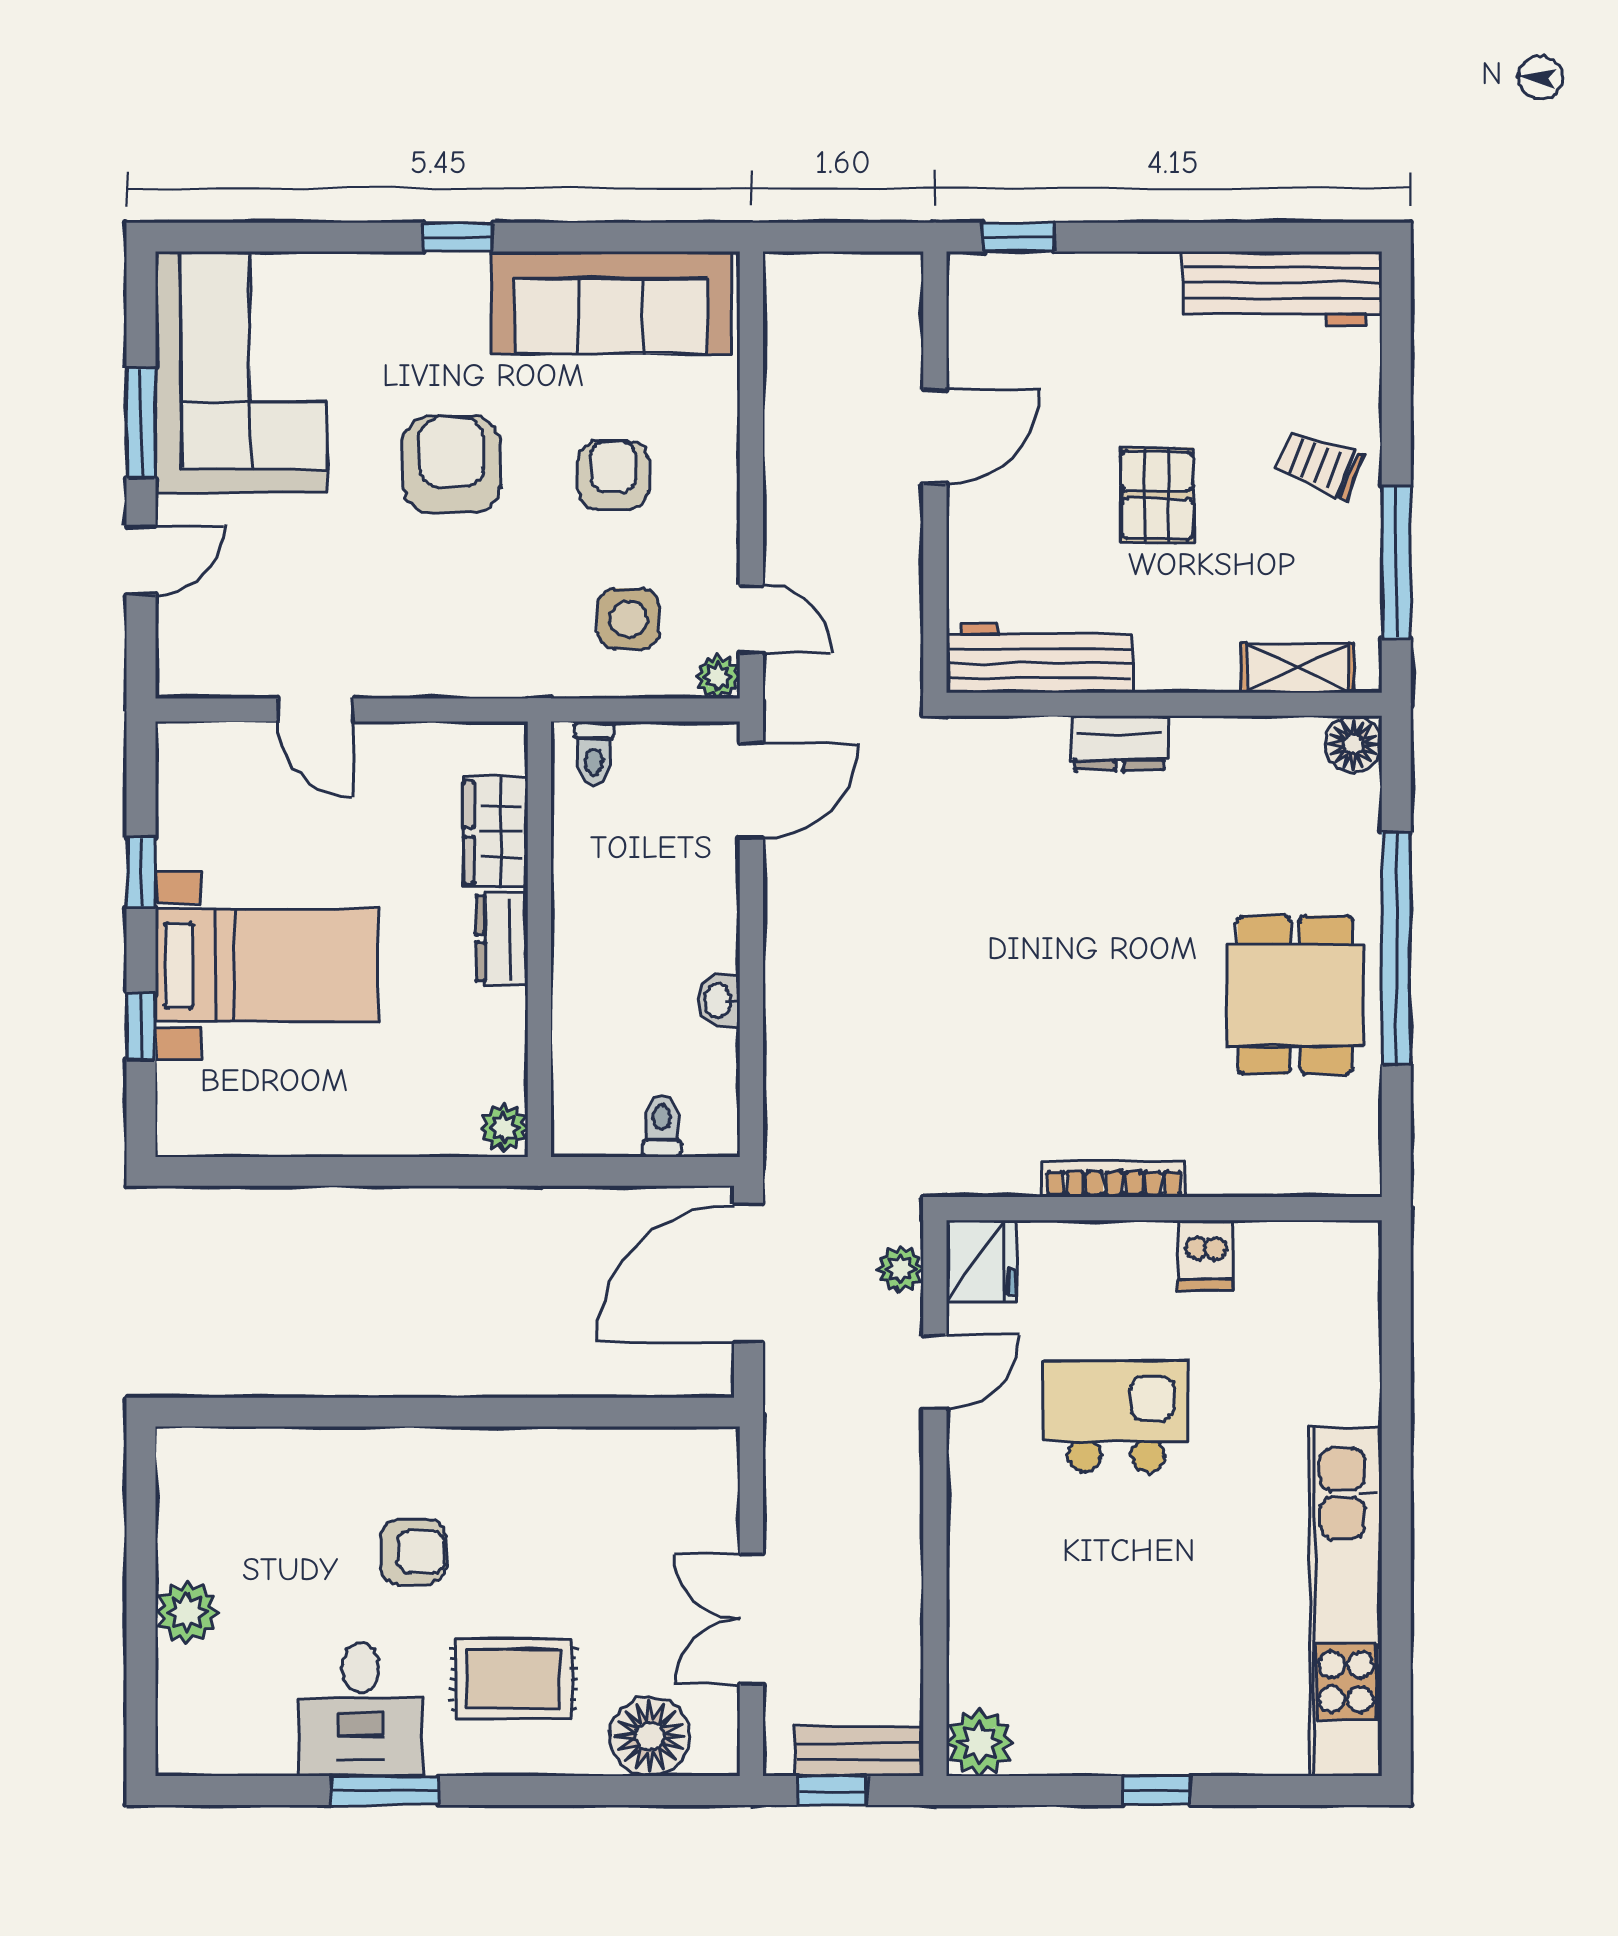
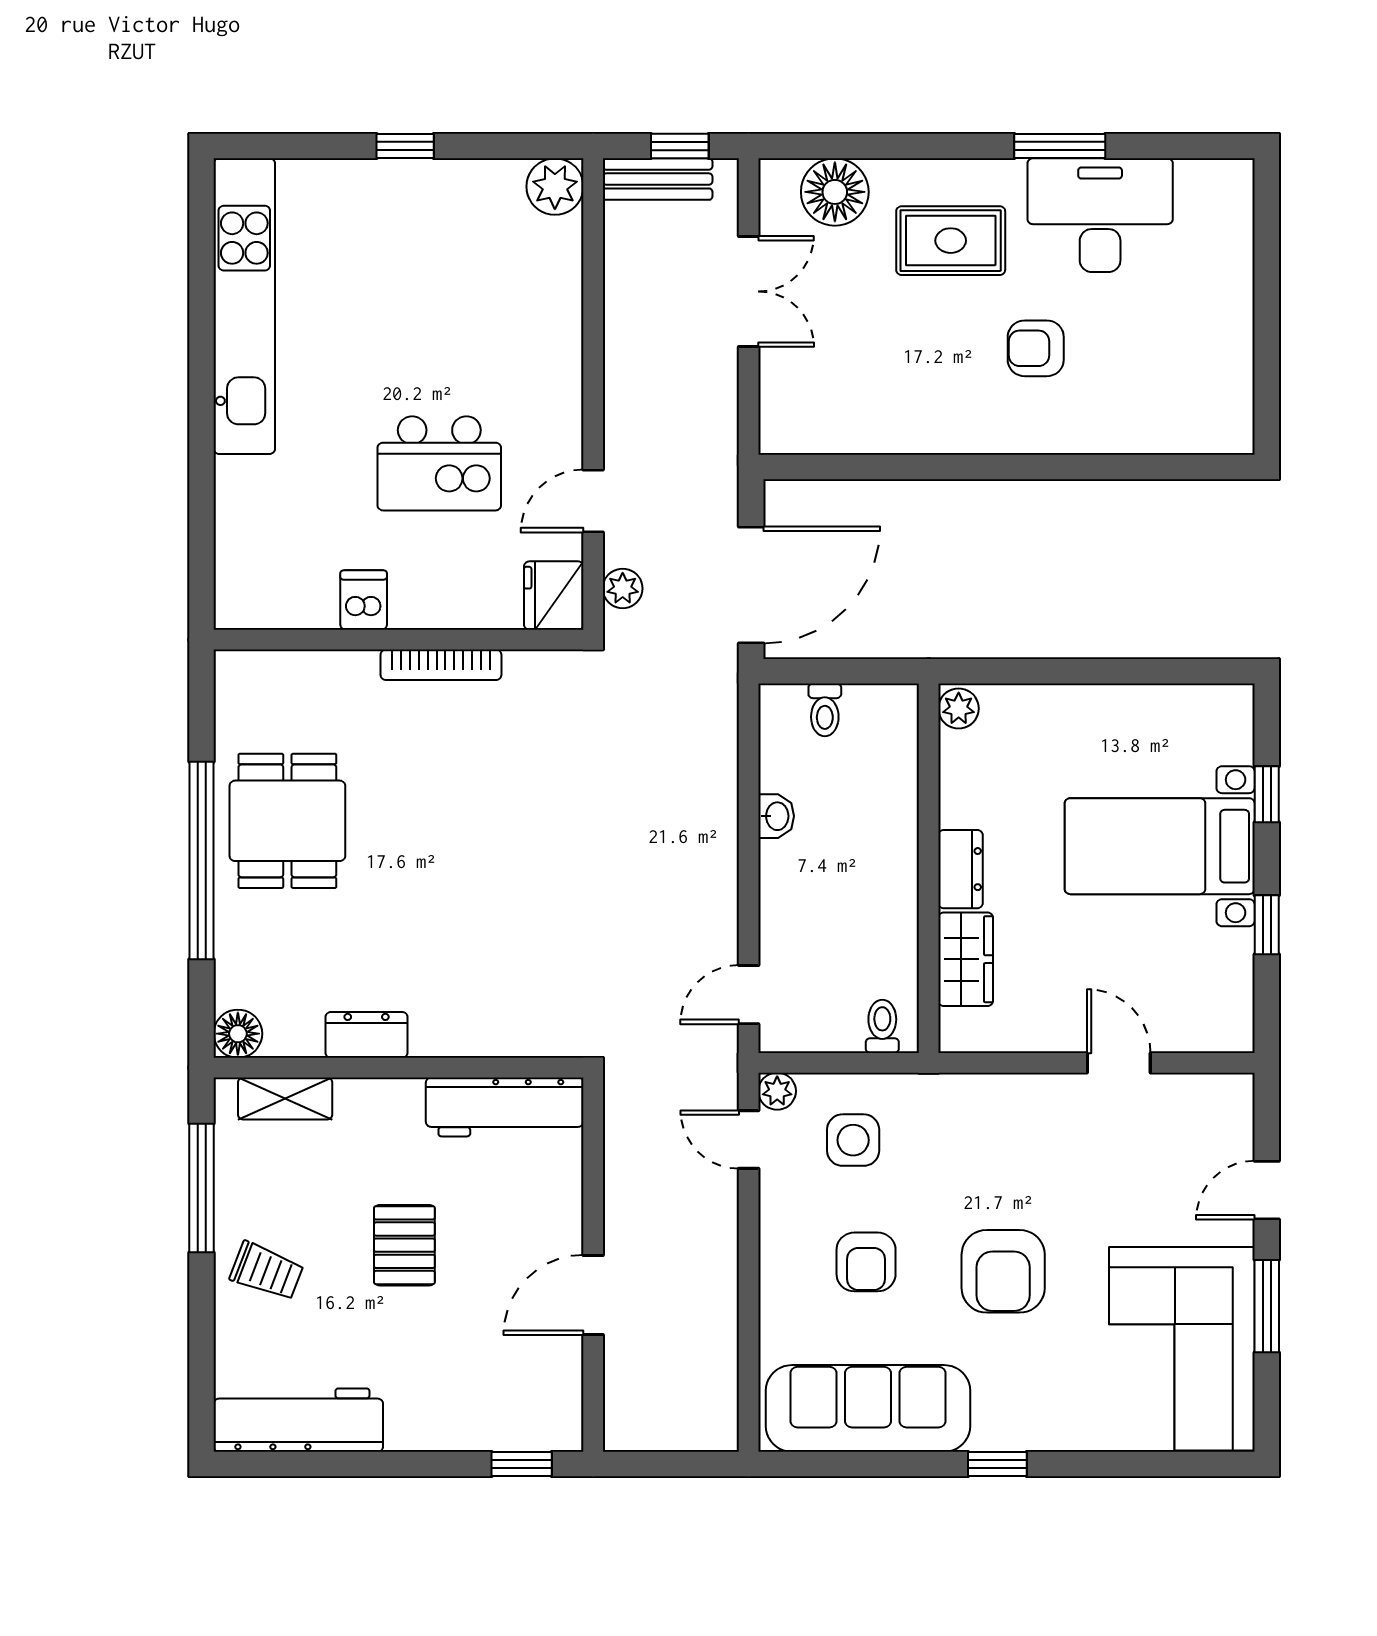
dresser: (1119, 743) -> (367, 1035), moved
door: (751, 790) -> (749, 995), width x0.73
plant: (187, 1612) -> (1228, 297), removed
desk: (361, 1709) -> (1100, 215), width x1.37

